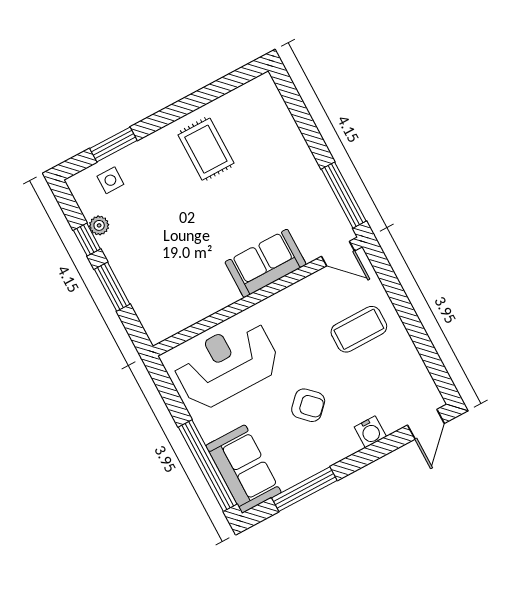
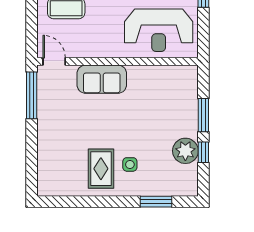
side table: (110, 180) -> (130, 164), moved
plant: (99, 225) -> (185, 151), width x1.88, depth x1.88

